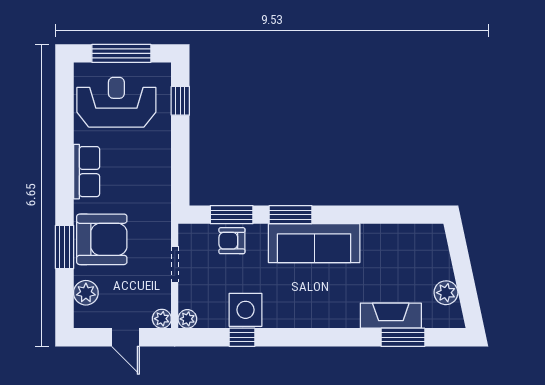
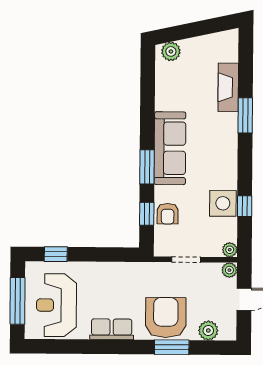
window: (232, 215) -> (147, 214), width x0.67
plant: (446, 293) -> (171, 51), moved
window: (403, 337) -> (245, 115), moved

